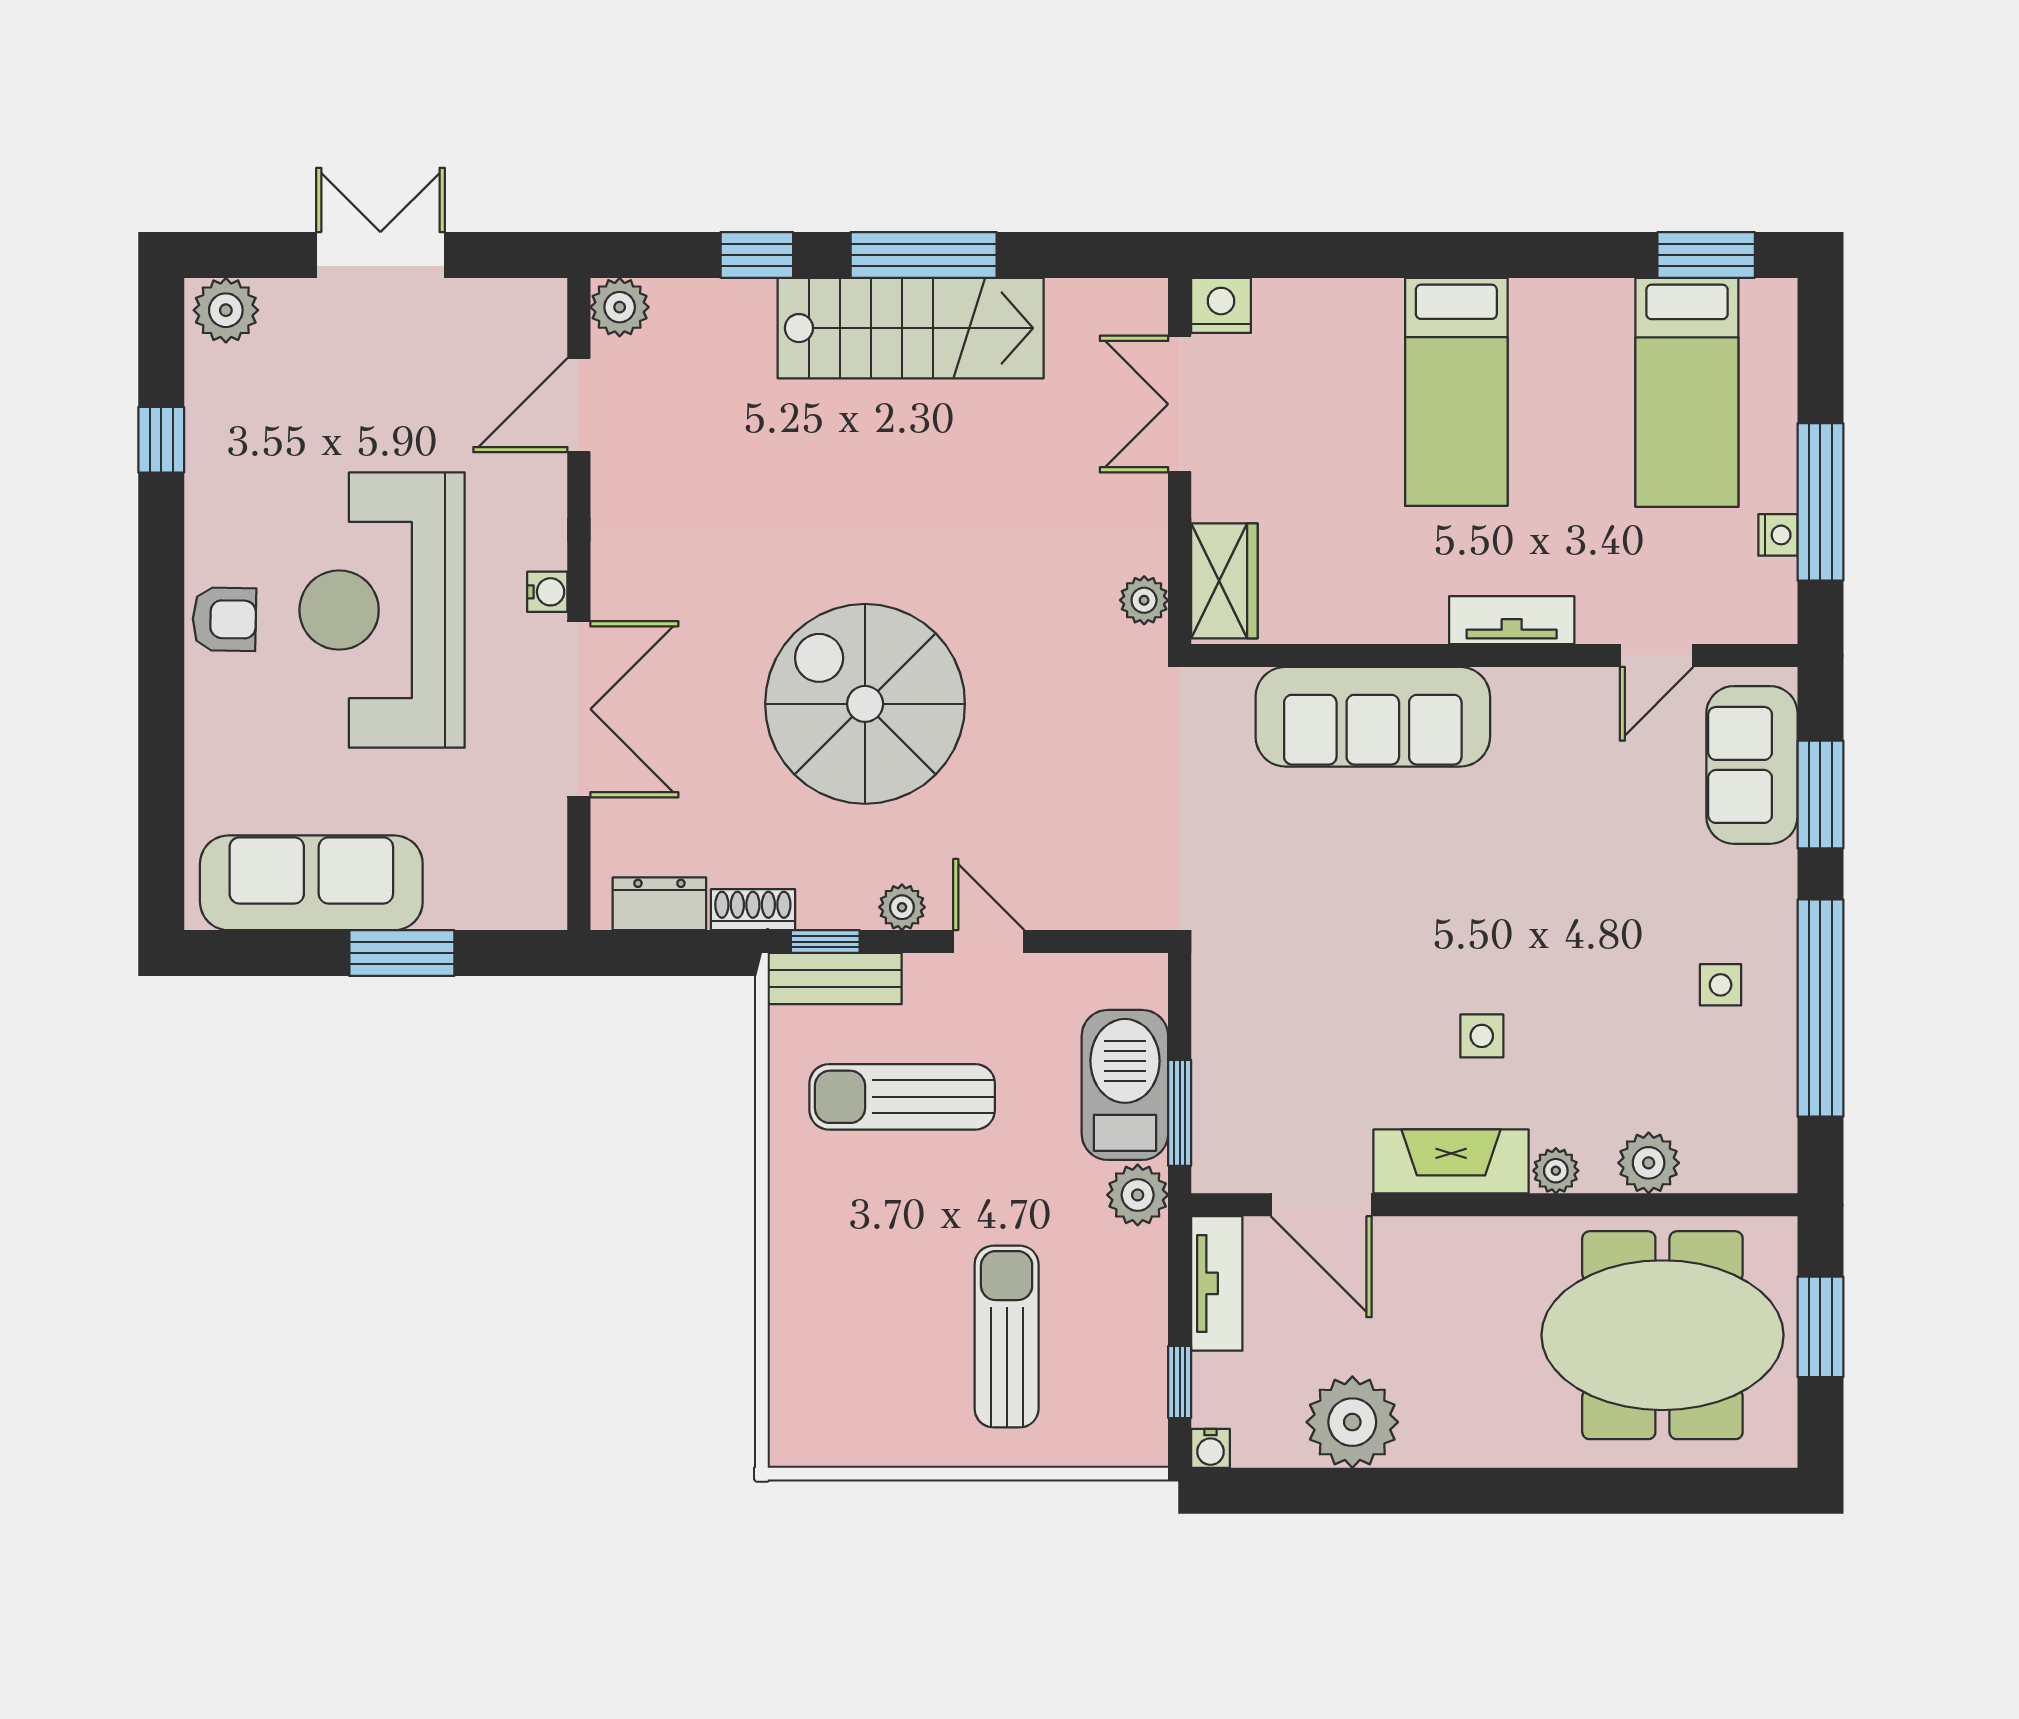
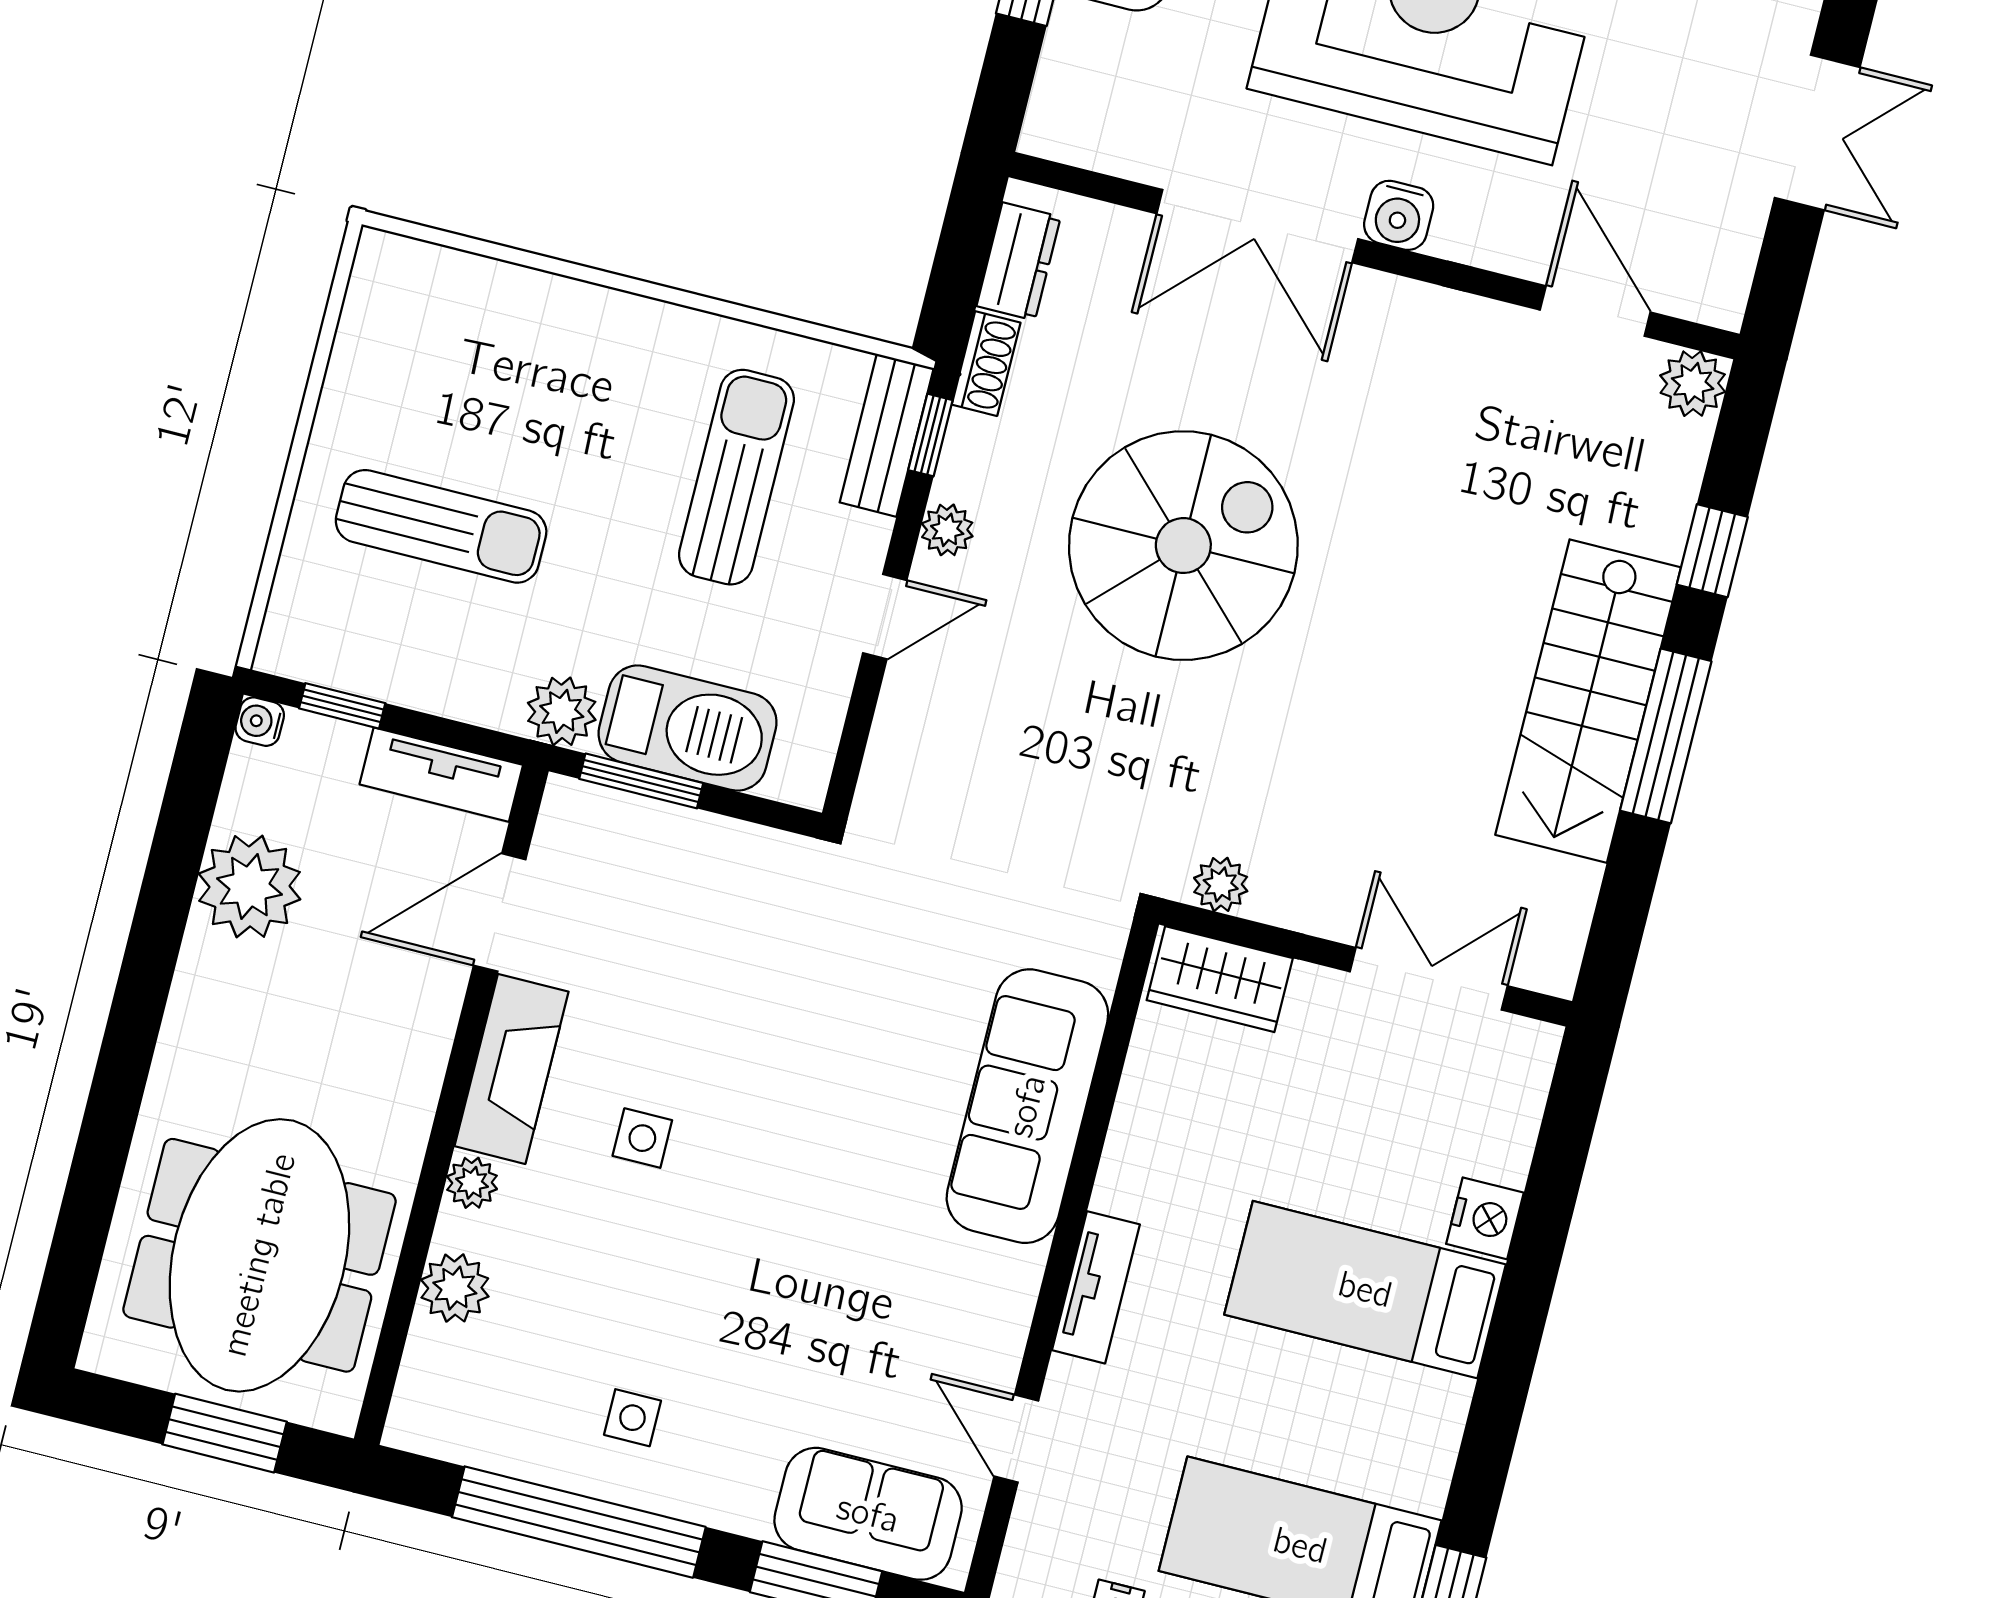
nightstand: (1221, 305) -> (1485, 1218), moved
water cooler: (547, 592) -> (1399, 215), width x1.38, depth x1.38

